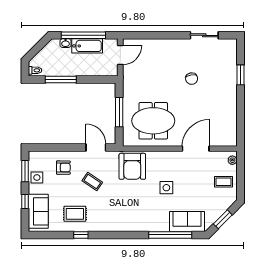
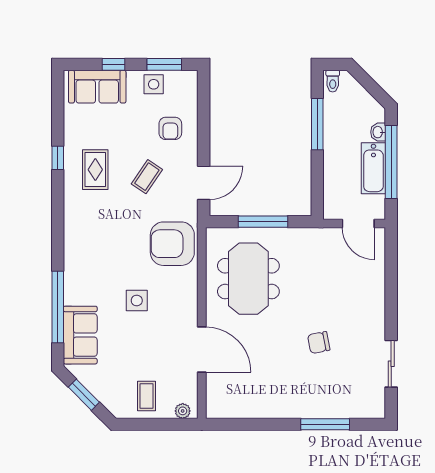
window: (240, 75) -> (325, 424), width x1.44
rug: (75, 214) -> (95, 170), moved

